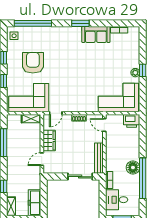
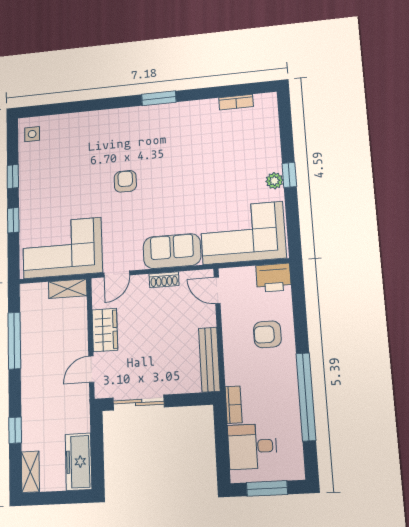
window: (33, 23) -> (67, 108), removed
sofa: (96, 34) -> (172, 251), moved, turned 180
armchair: (33, 63) -> (125, 181), moved, width x0.53, depth x0.53
armchair: (127, 148) -> (267, 334), added
floor lamp: (133, 168) -> (283, 375), removed
sliding door: (80, 177) -> (139, 403), moved

